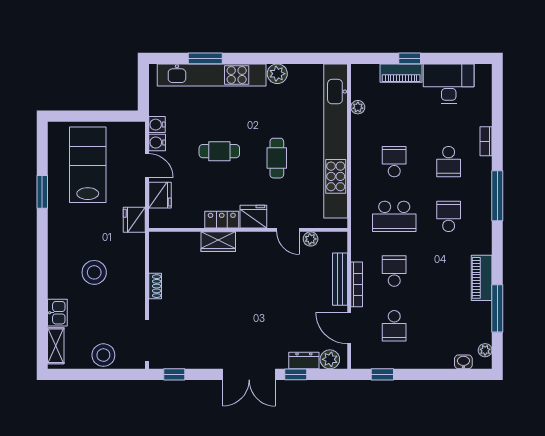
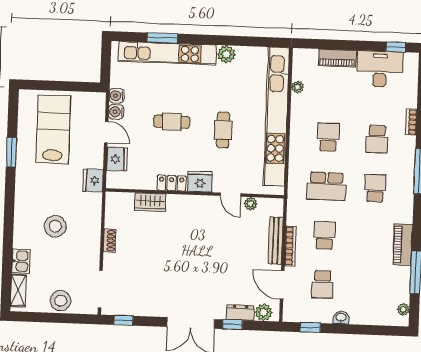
window: (410, 58) -> (396, 47), moved
wardrobe: (218, 242) -> (150, 202), moved
washbasin: (463, 362) -> (341, 318), moved

